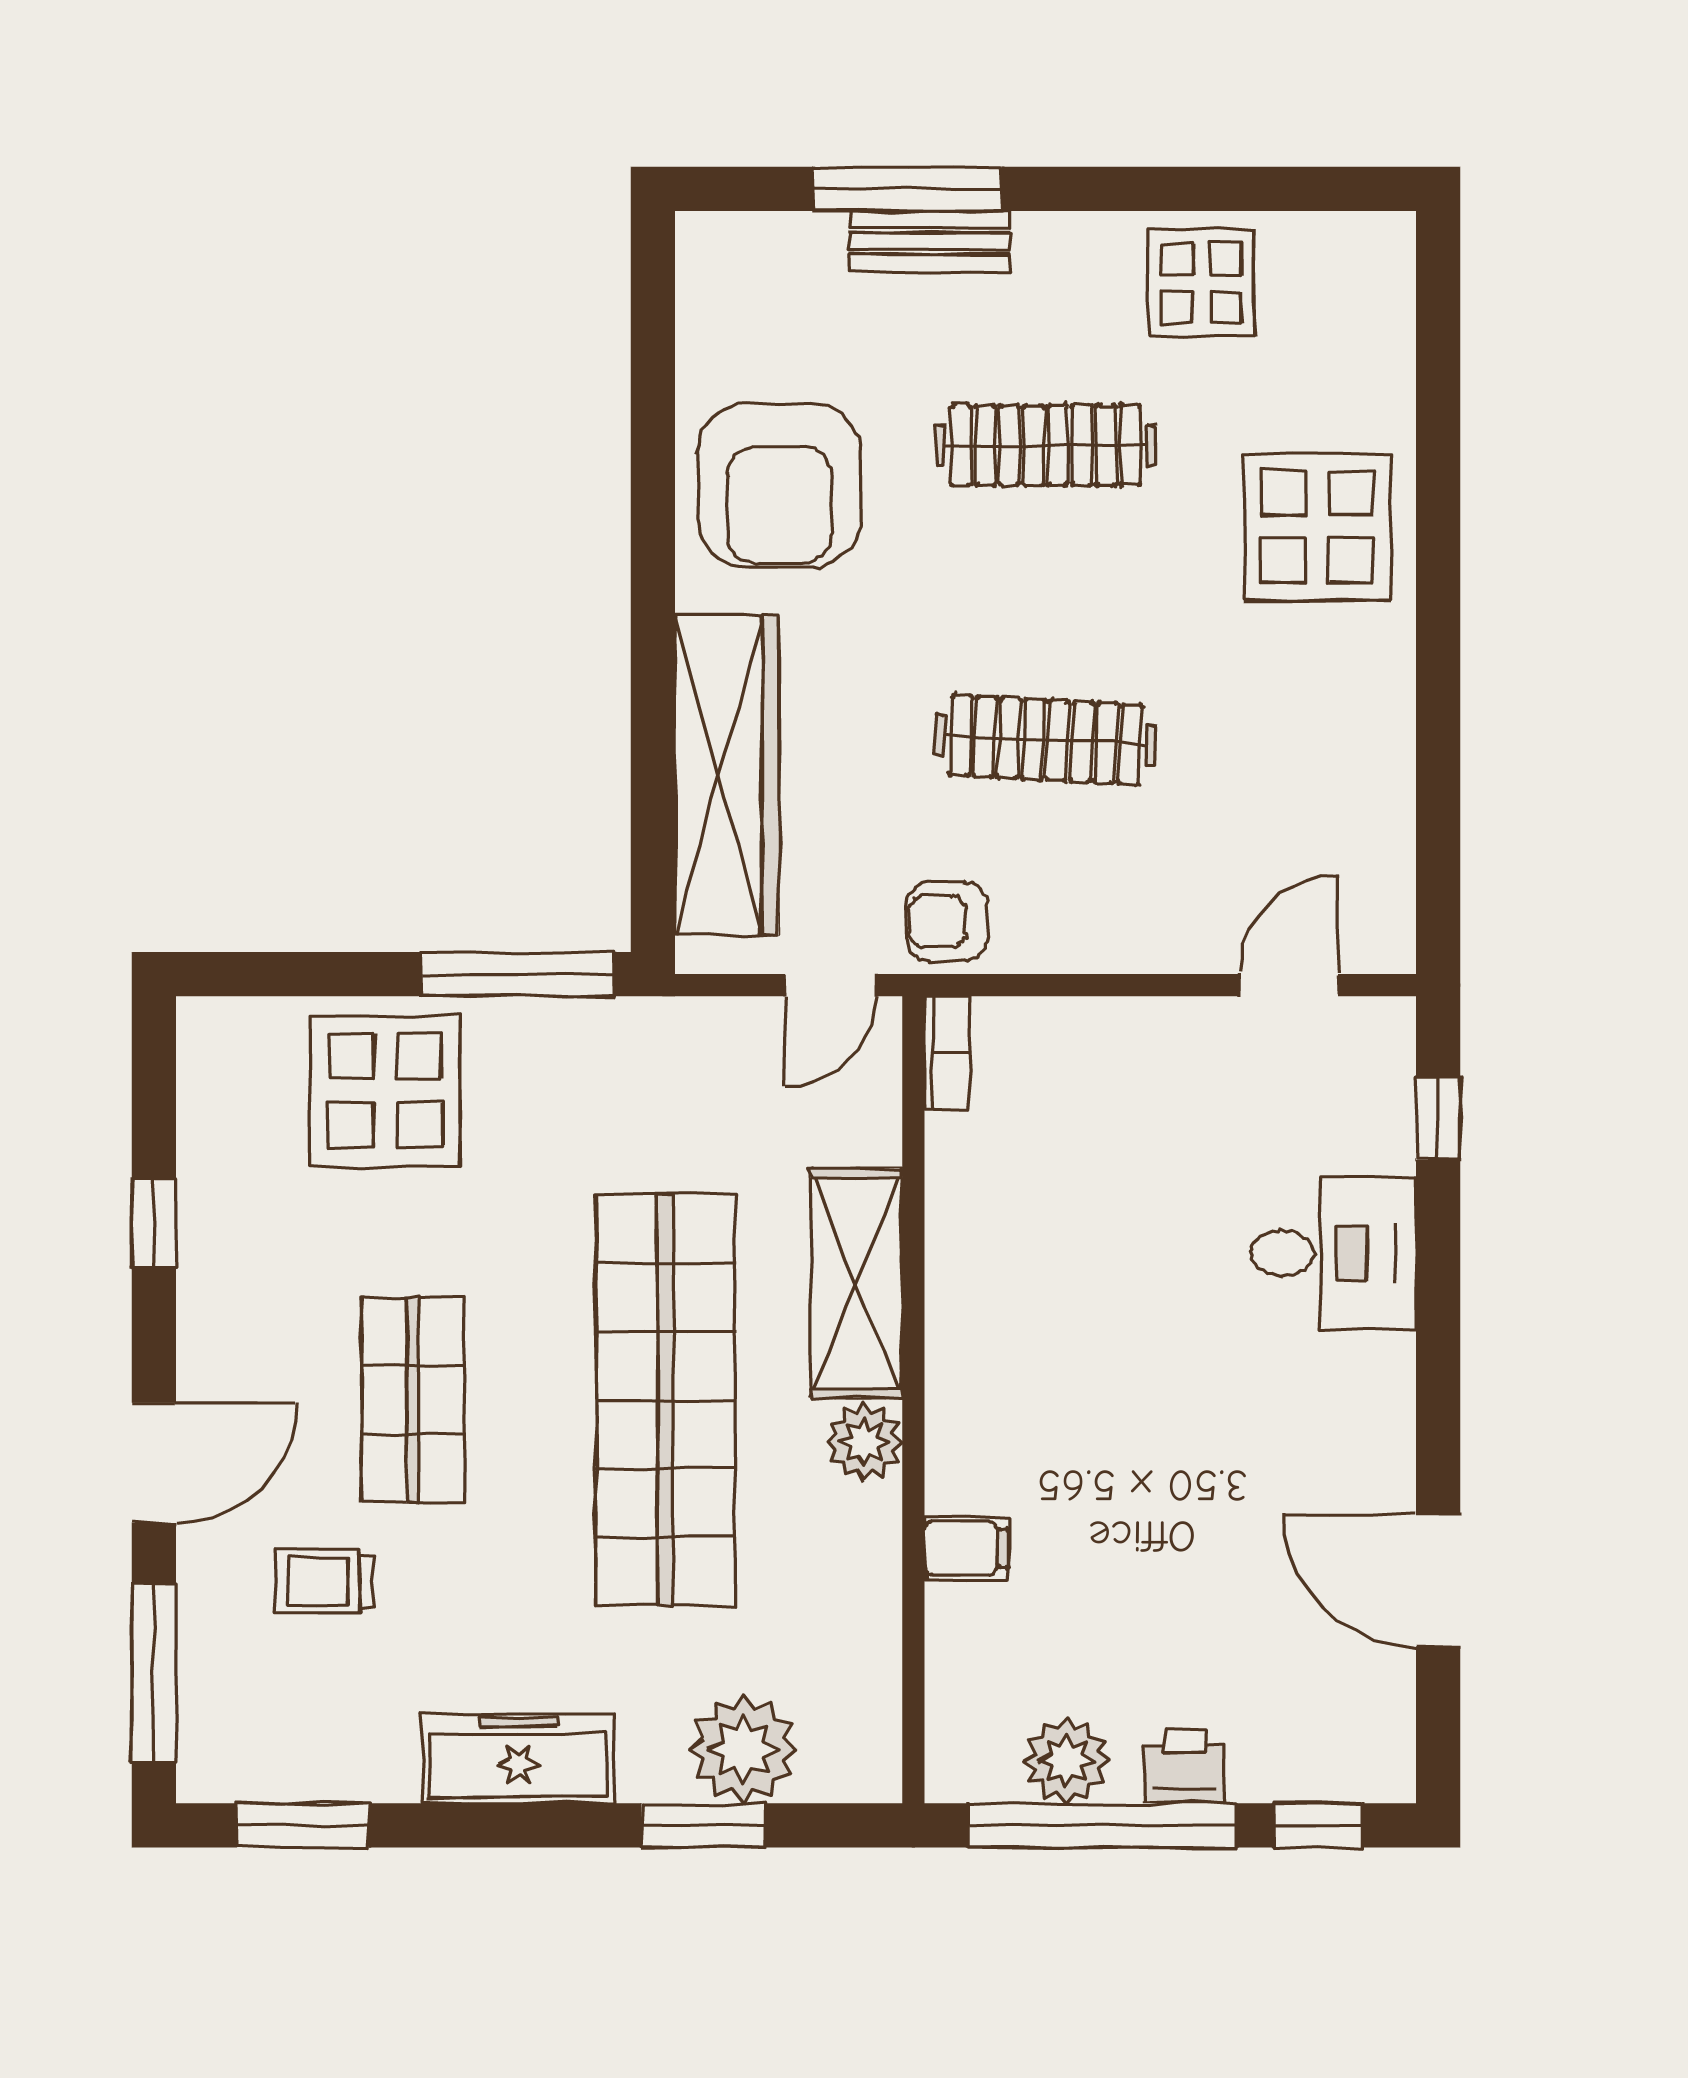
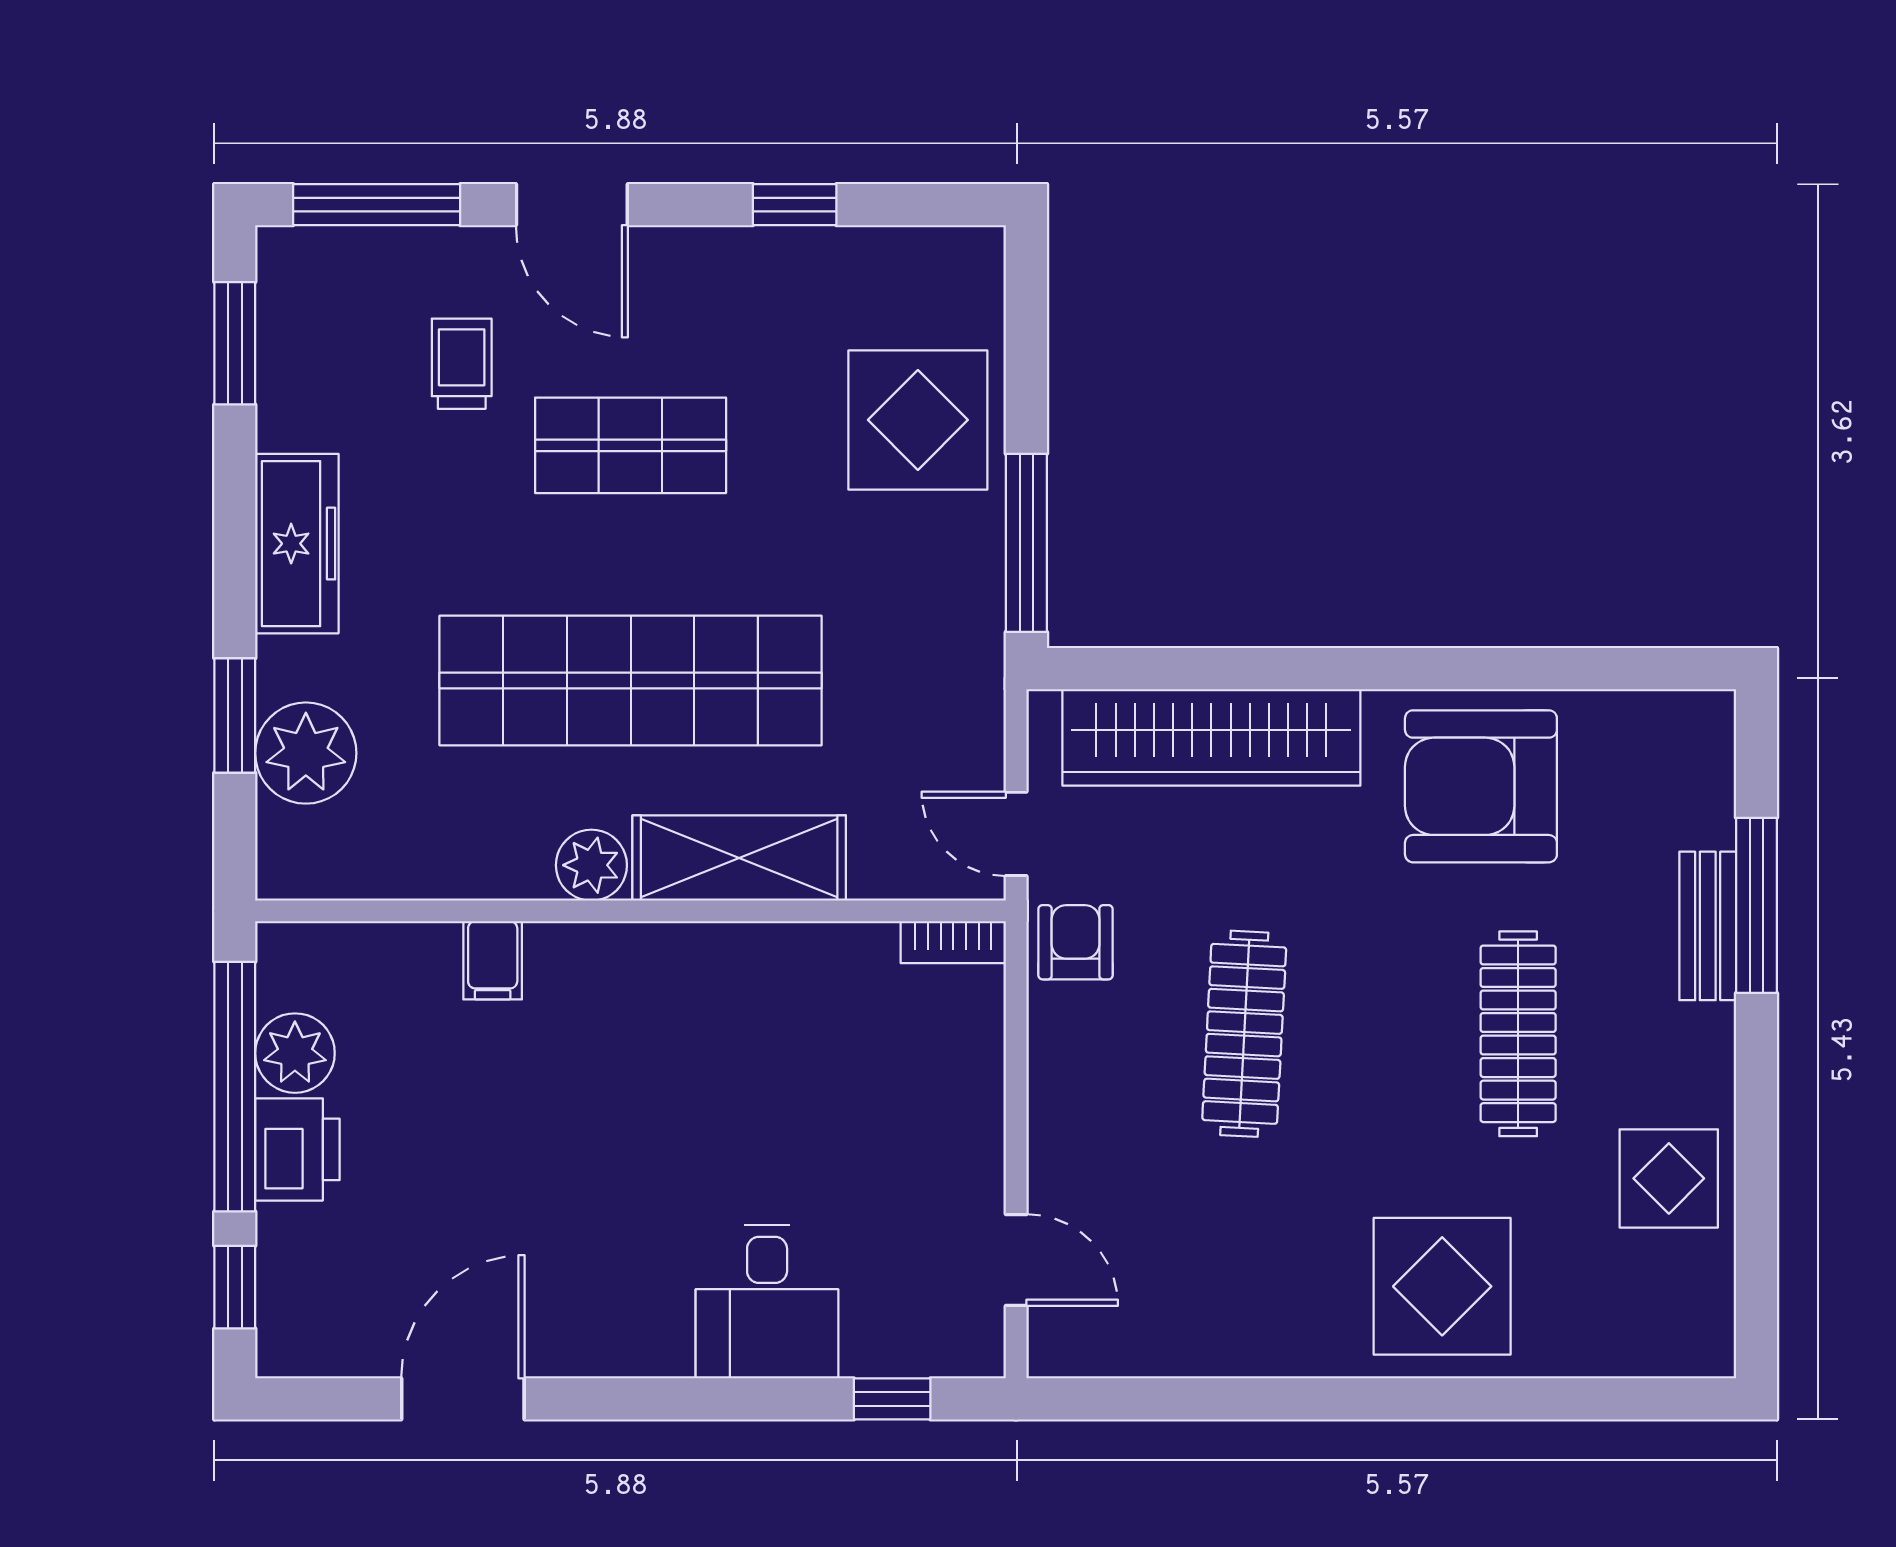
printer: (1185, 1767) -> (297, 1149), width x1.36, depth x1.24

